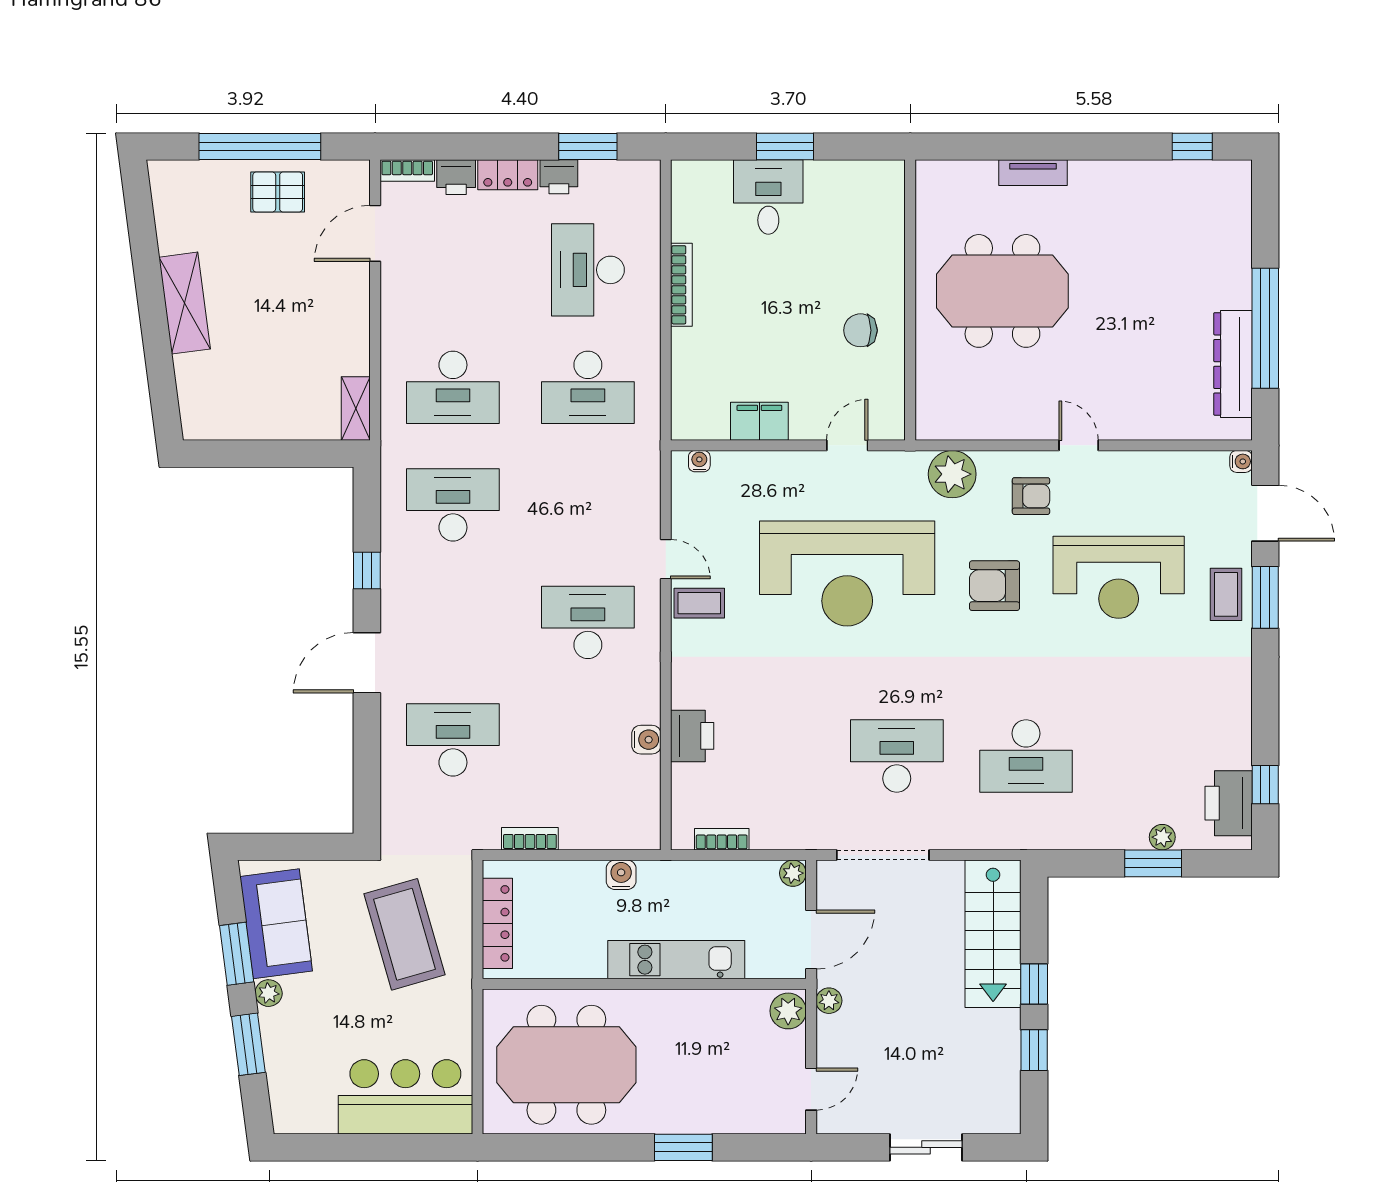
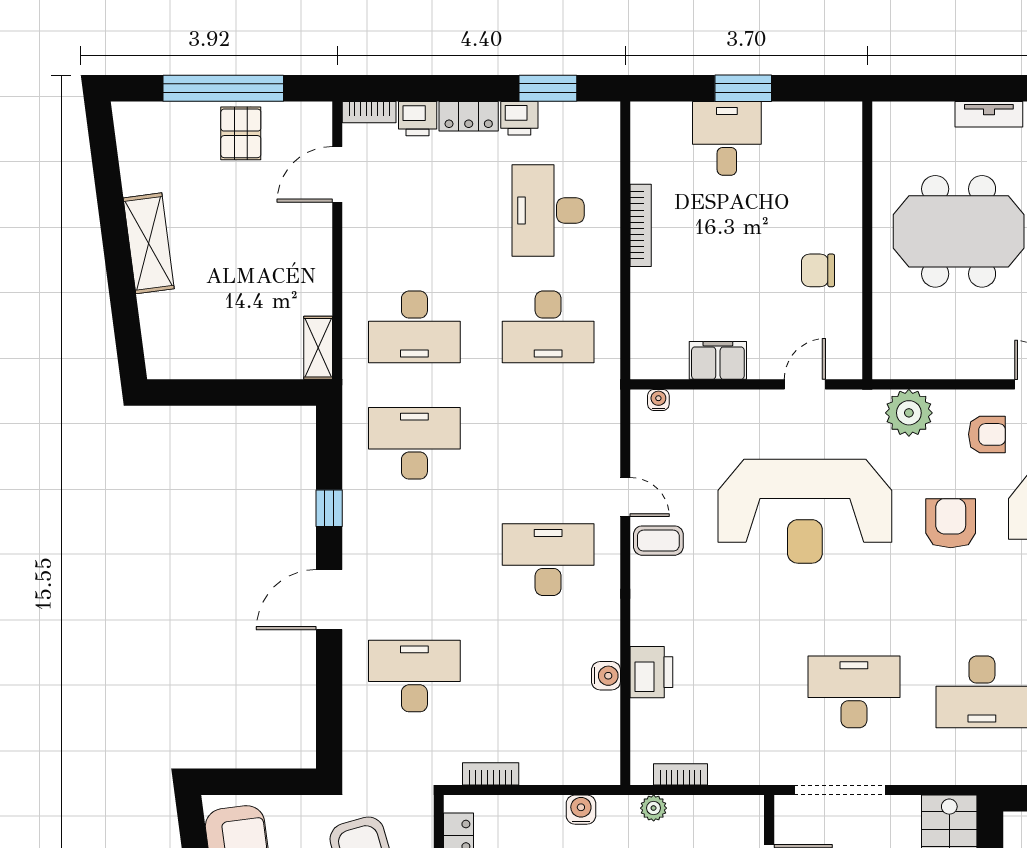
pallet: (278, 192) -> (241, 133), turned 90
armchair: (994, 586) -> (951, 523), turned 90
plant: (793, 873) -> (654, 808), moved

